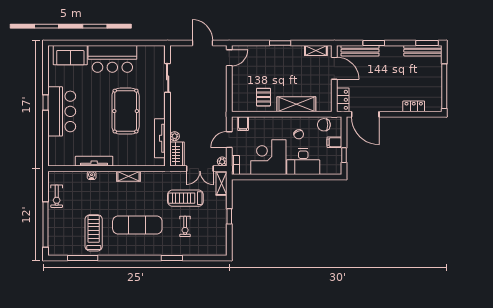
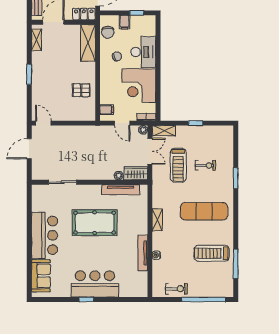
shelving: (296, 104) -> (88, 43), moved
exercise mat: (137, 225) -> (204, 211), turned 90

